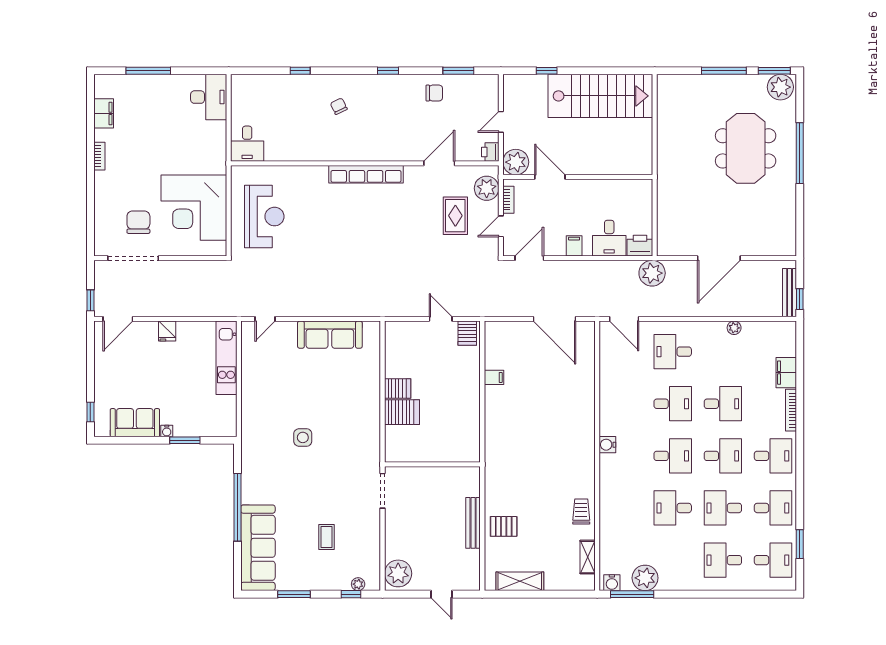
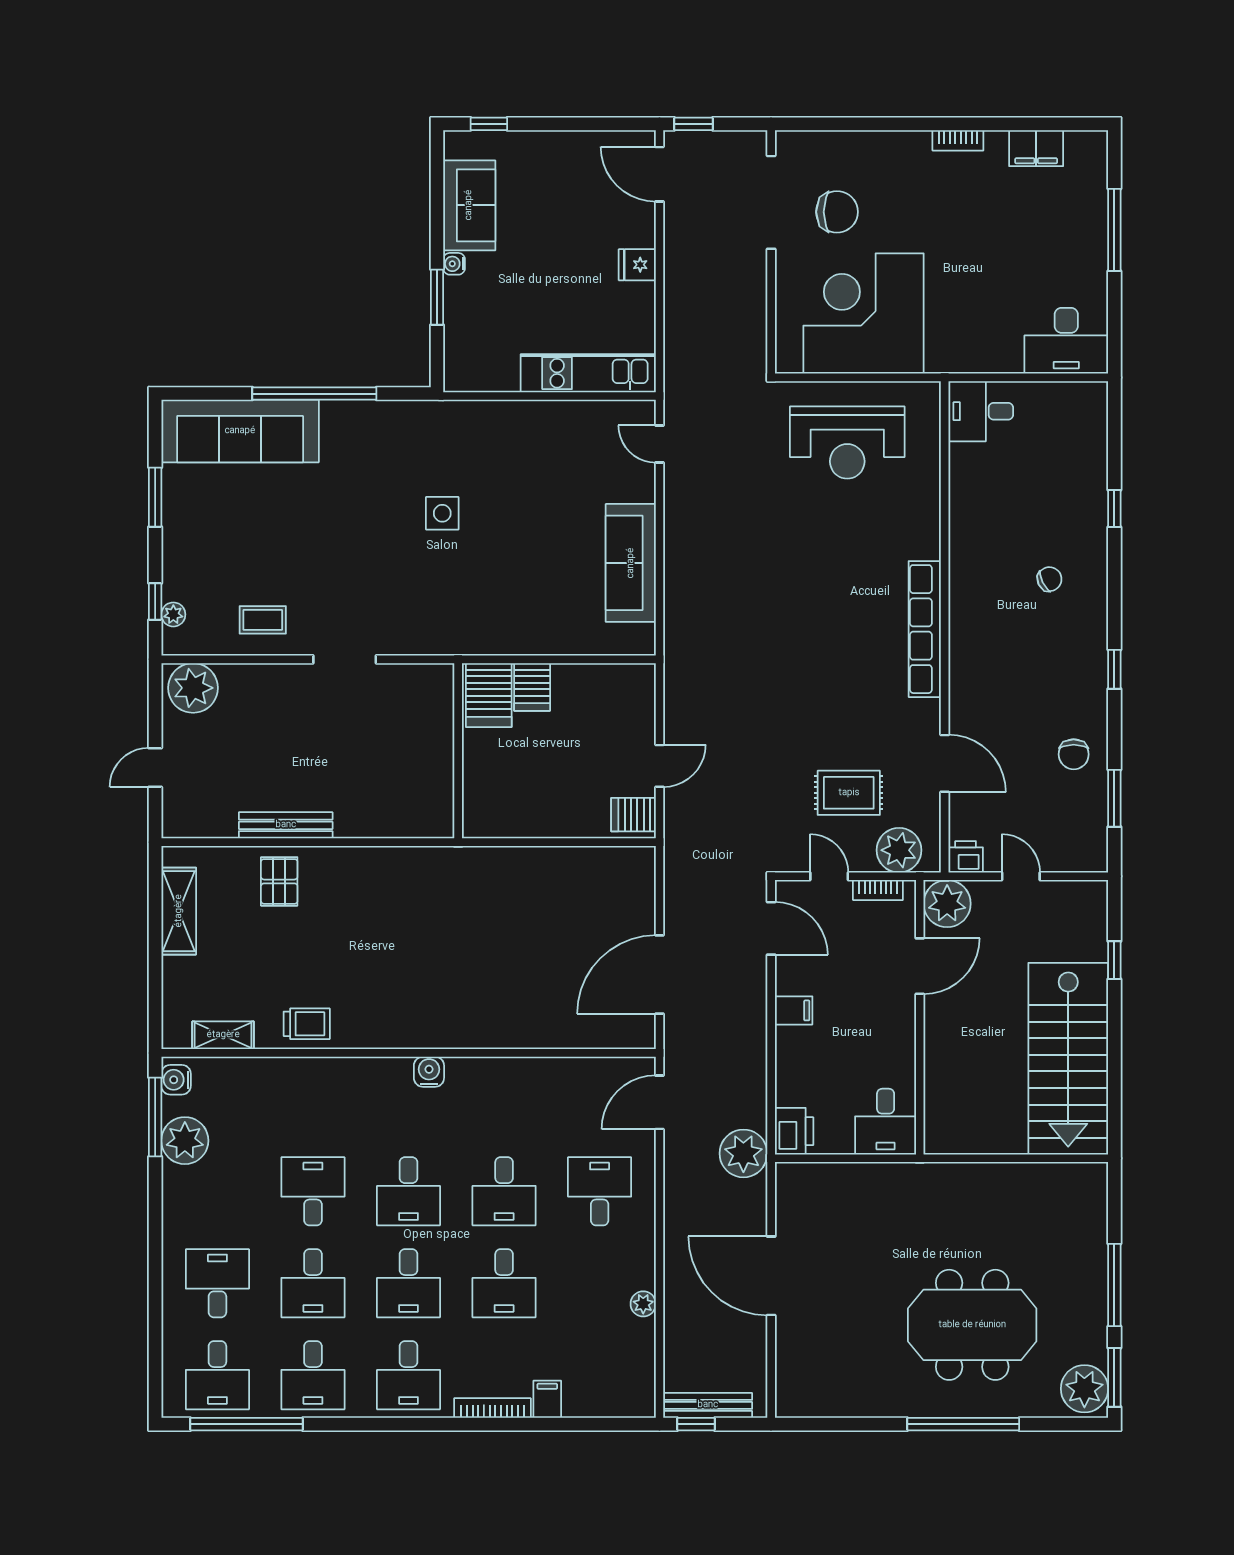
desk: (609, 238) -> (886, 1122), moved, turned -90
filing cabinet: (786, 373) -> (547, 1399), width x0.50
filing cabinet: (494, 377) -> (552, 864), removed
wall: (432, 464) -> (458, 751), moved
desk: (723, 508) -> (313, 1283), turned 180
coffee table: (327, 537) -> (263, 620), moved
window: (800, 544) -> (247, 1424), width x2.11

